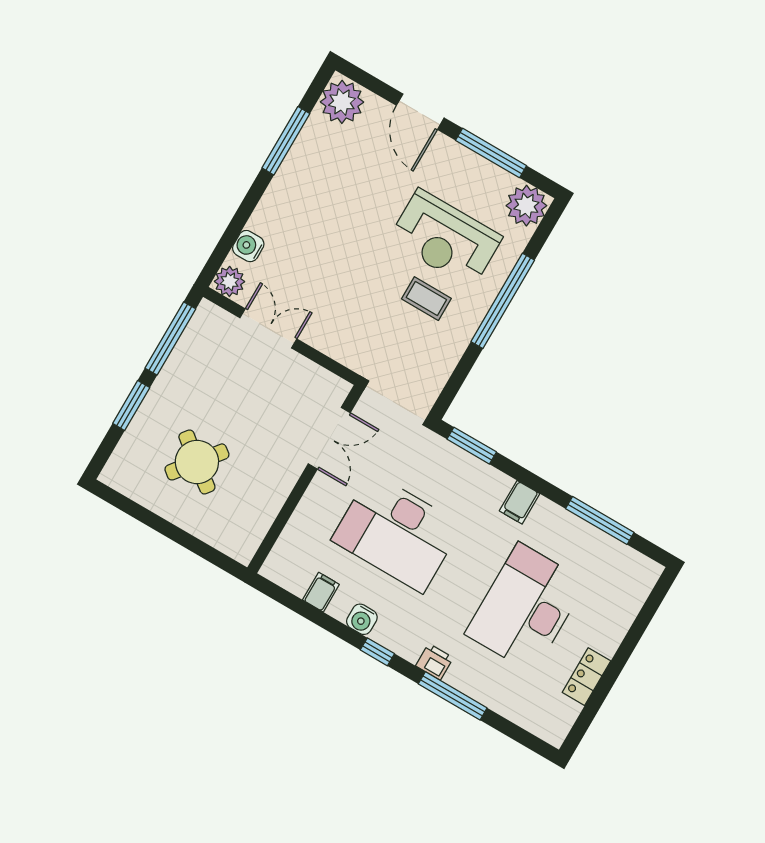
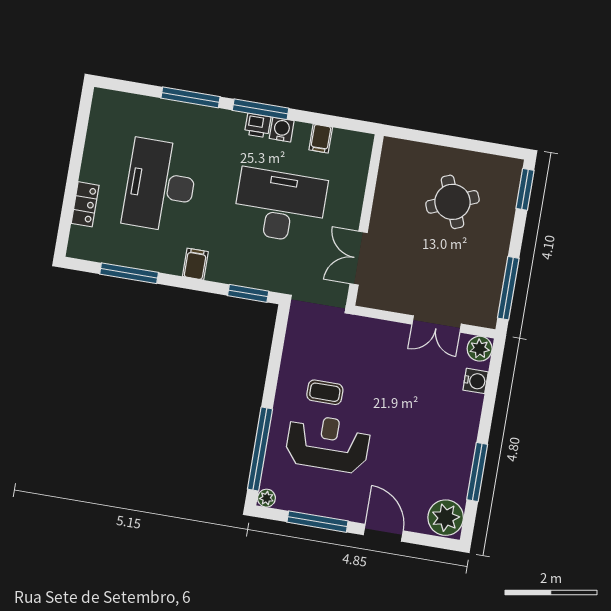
plant: (526, 206) -> (266, 498), width x0.53, depth x0.53
window: (503, 301) -> (260, 449), moved
window: (131, 405) -> (525, 189), moved
round table: (197, 462) -> (452, 202), turned 30
desk: (526, 608) -> (160, 185), turned 180
window: (377, 652) -> (261, 109), width x2.17
printer: (434, 662) -> (258, 125), moved
locker: (586, 677) -> (85, 204), moved

